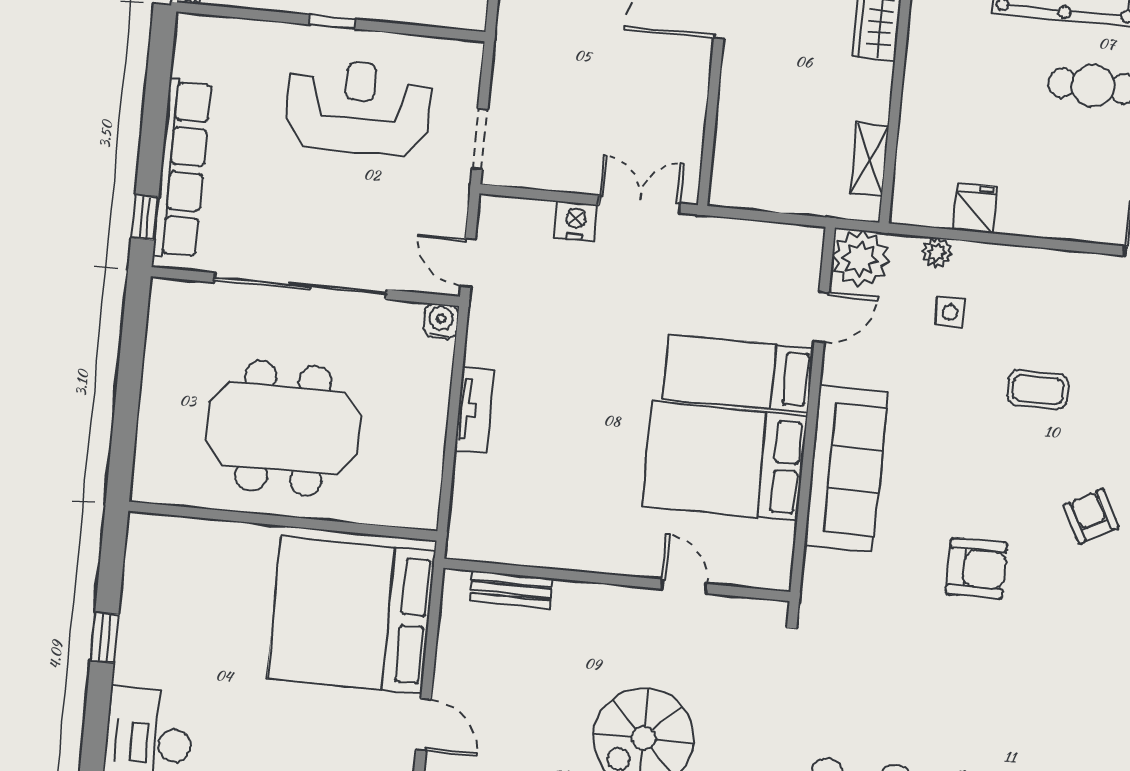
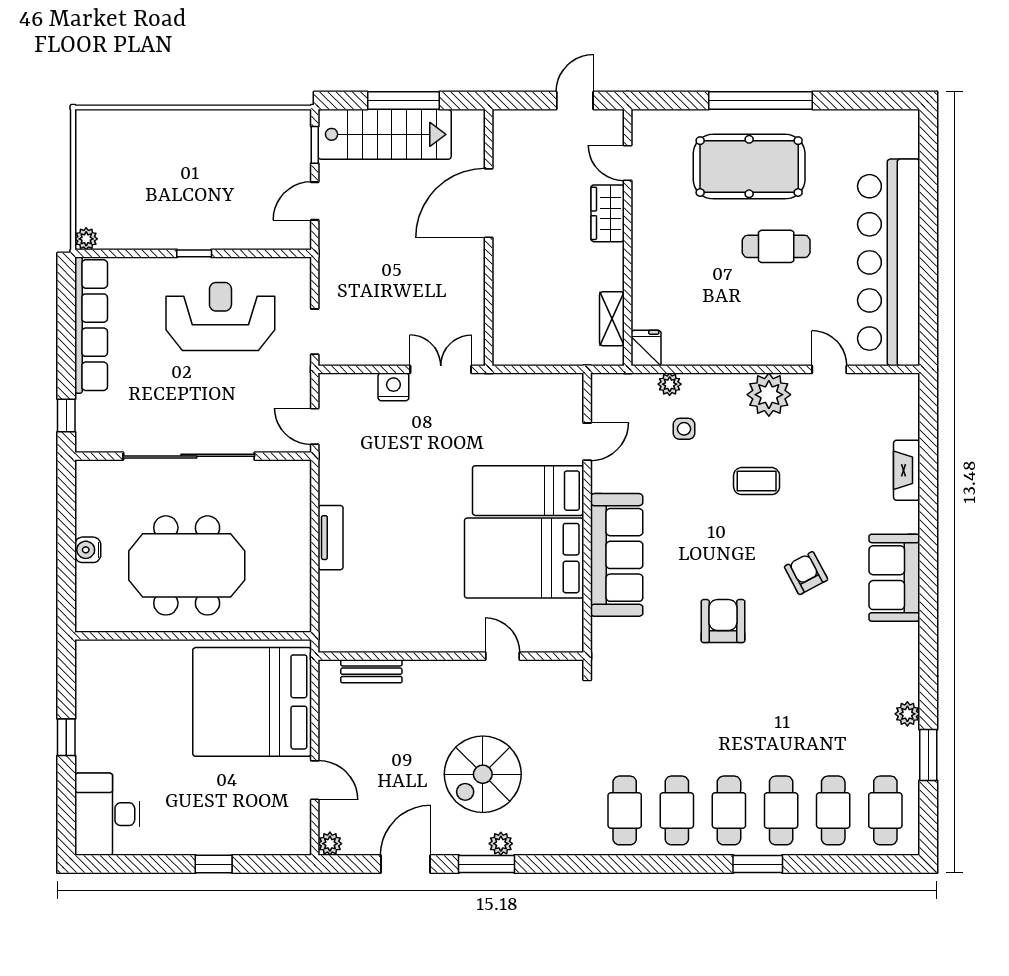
row of seats: (182, 169) -> (91, 325), moved
fridge: (975, 208) -> (646, 348), moved
plant: (860, 259) -> (769, 395), moved
water cooler: (441, 321) -> (88, 550), moved, turned -90
armchair: (977, 568) -> (723, 621), turned -90

